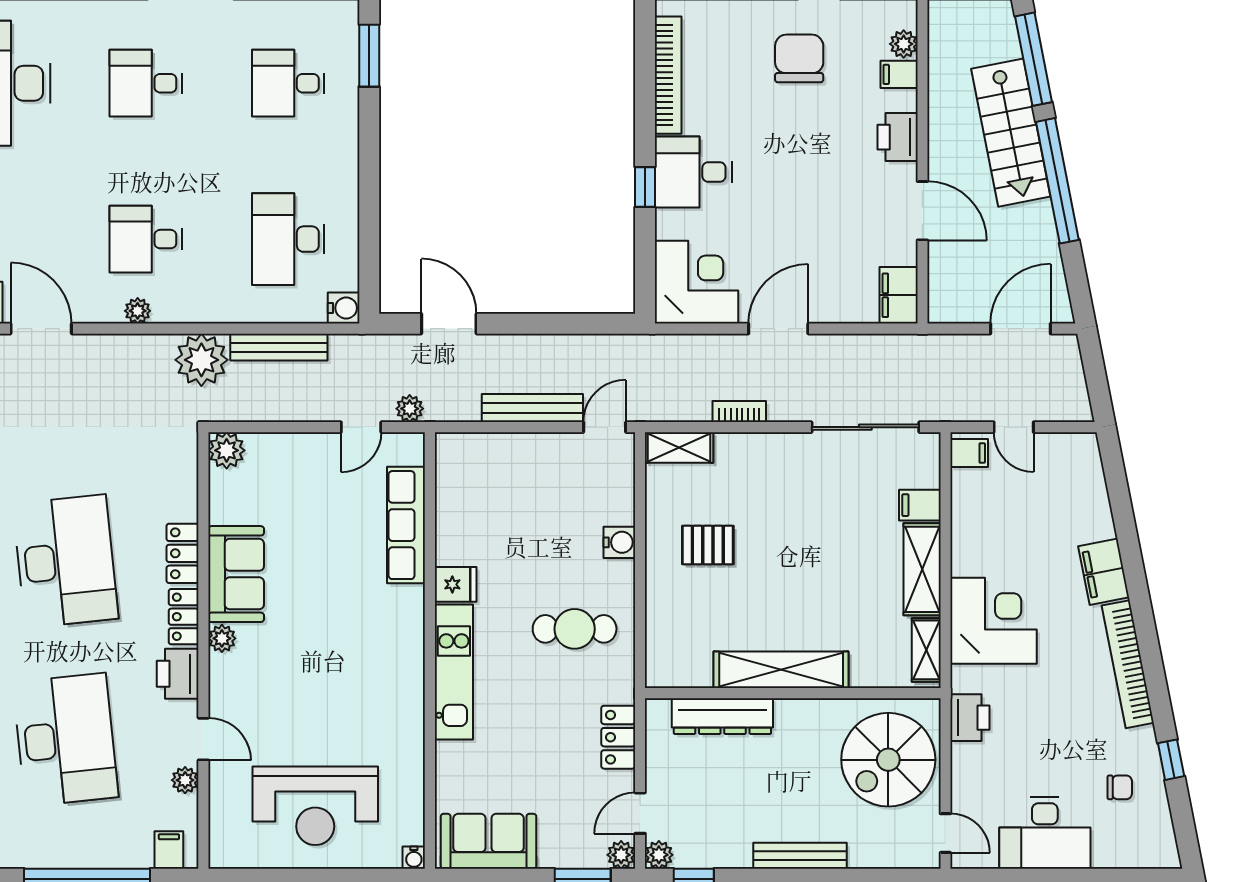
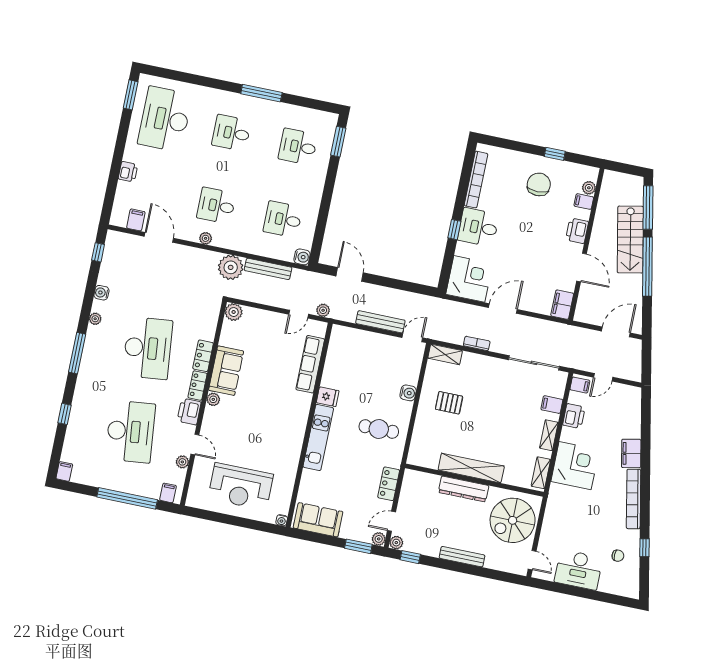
desk: (288, 239) -> (283, 219), width x0.73
door: (1014, 427) -> (603, 377), hinge flipped
shelving: (922, 569) -> (549, 435), width x0.67, depth x0.75
dresser: (722, 716) -> (464, 489), moved
printer: (970, 718) -> (574, 416), moved

